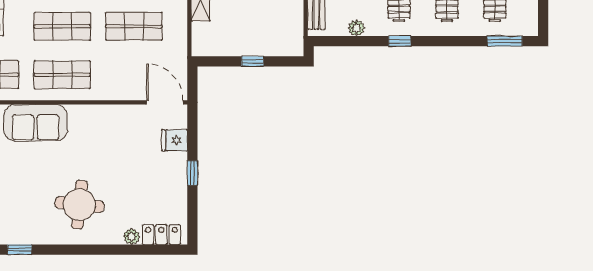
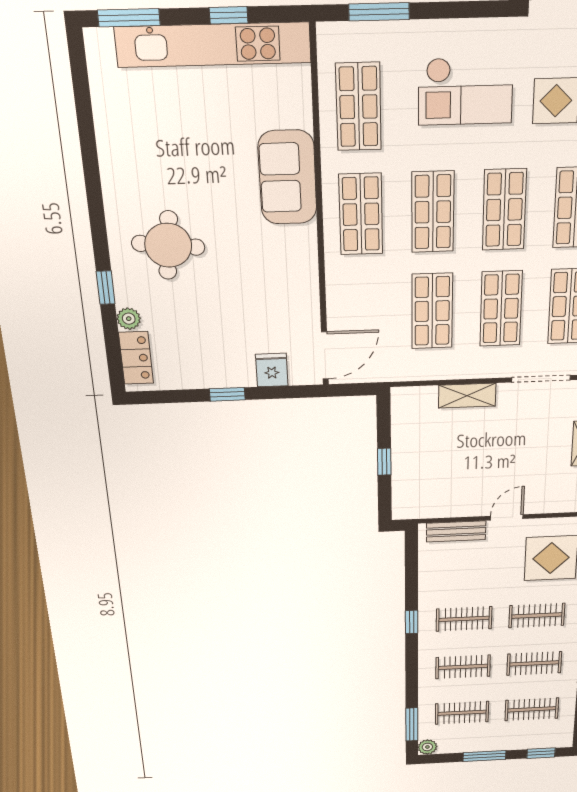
plant: (356, 28) -> (427, 747), moved
window: (20, 250) -> (106, 288), moved

